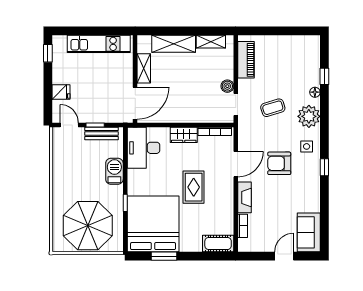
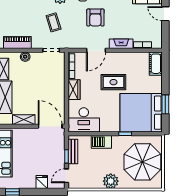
boiler: (227, 86) -> (25, 57), moved
door: (236, 164) -> (96, 50), swing flipped
plant: (62, 184) -> (111, 181), added

